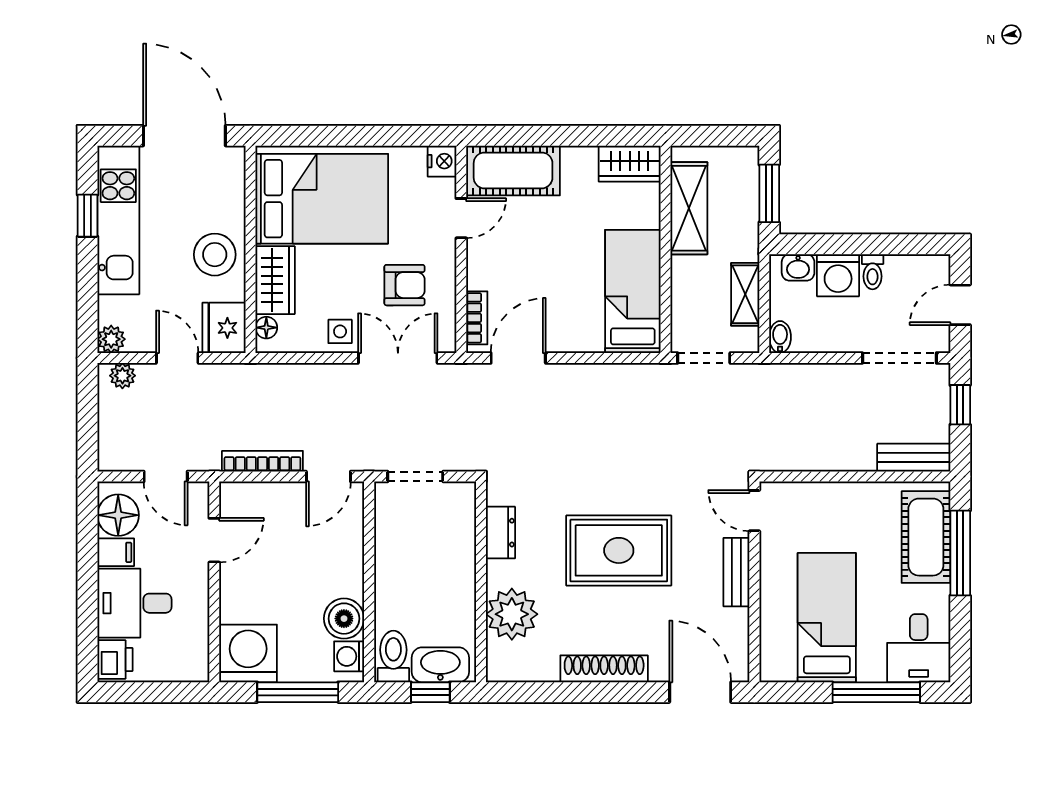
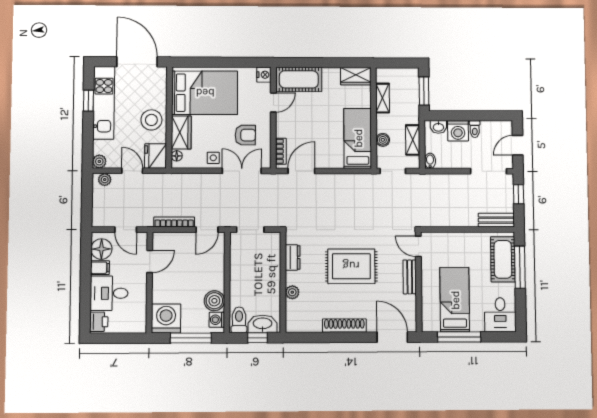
shelving: (689, 208) -> (383, 98), width x0.67, depth x0.75
boiler: (684, 294) -> (383, 140), added
plant: (512, 614) -> (292, 292), width x0.53, depth x0.53
window: (876, 692) -> (459, 337), moved

